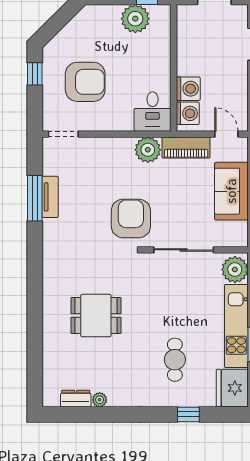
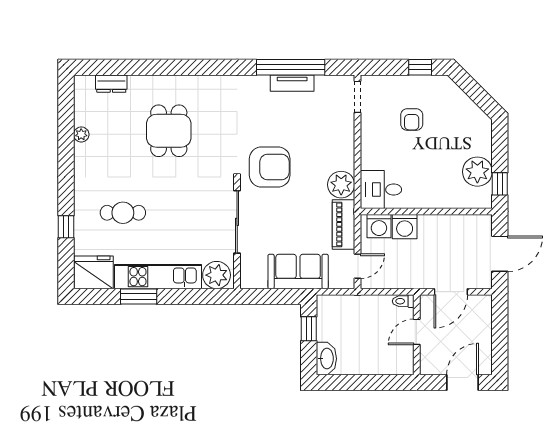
armchair: (85, 82) -> (412, 120), width x0.53, depth x0.53
window: (35, 198) -> (291, 67), width x1.46
dresser: (76, 399) -> (111, 84), moved, turned 90

